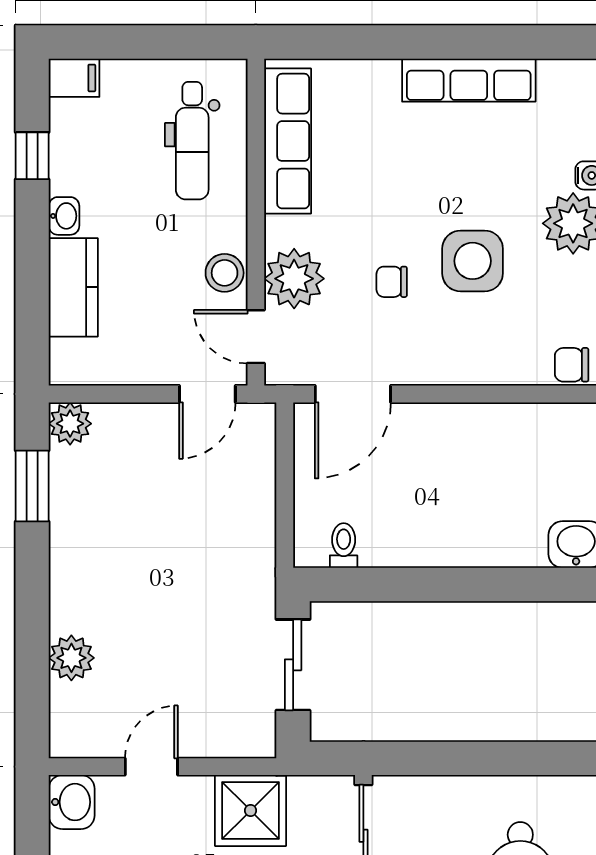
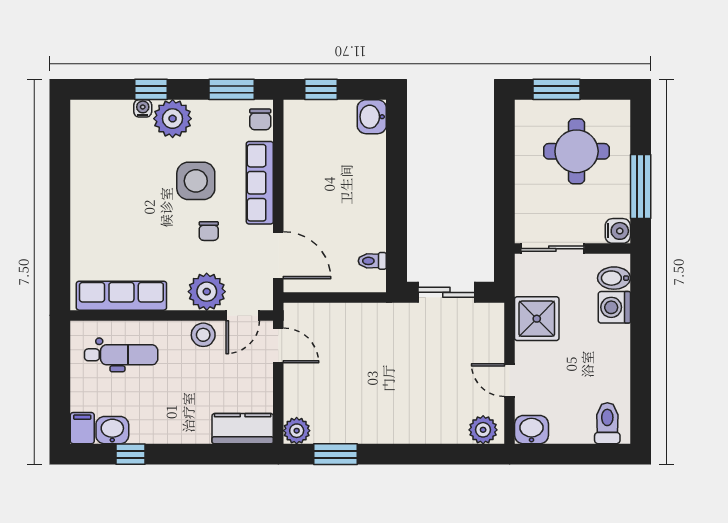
row of seats: (469, 80) -> (260, 183), moved, turned 180
washbasin: (64, 216) -> (112, 430), moved, width x1.38, depth x1.45
kitchen counter: (73, 287) -> (243, 429), moved
plant: (71, 658) -> (483, 430), moved

